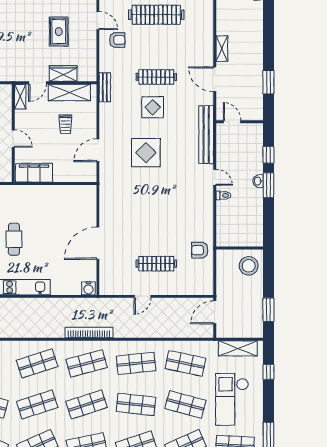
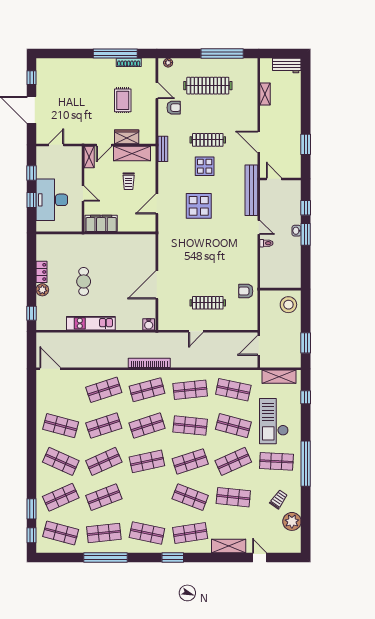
shelving: (222, 49) -> (265, 94), moved

